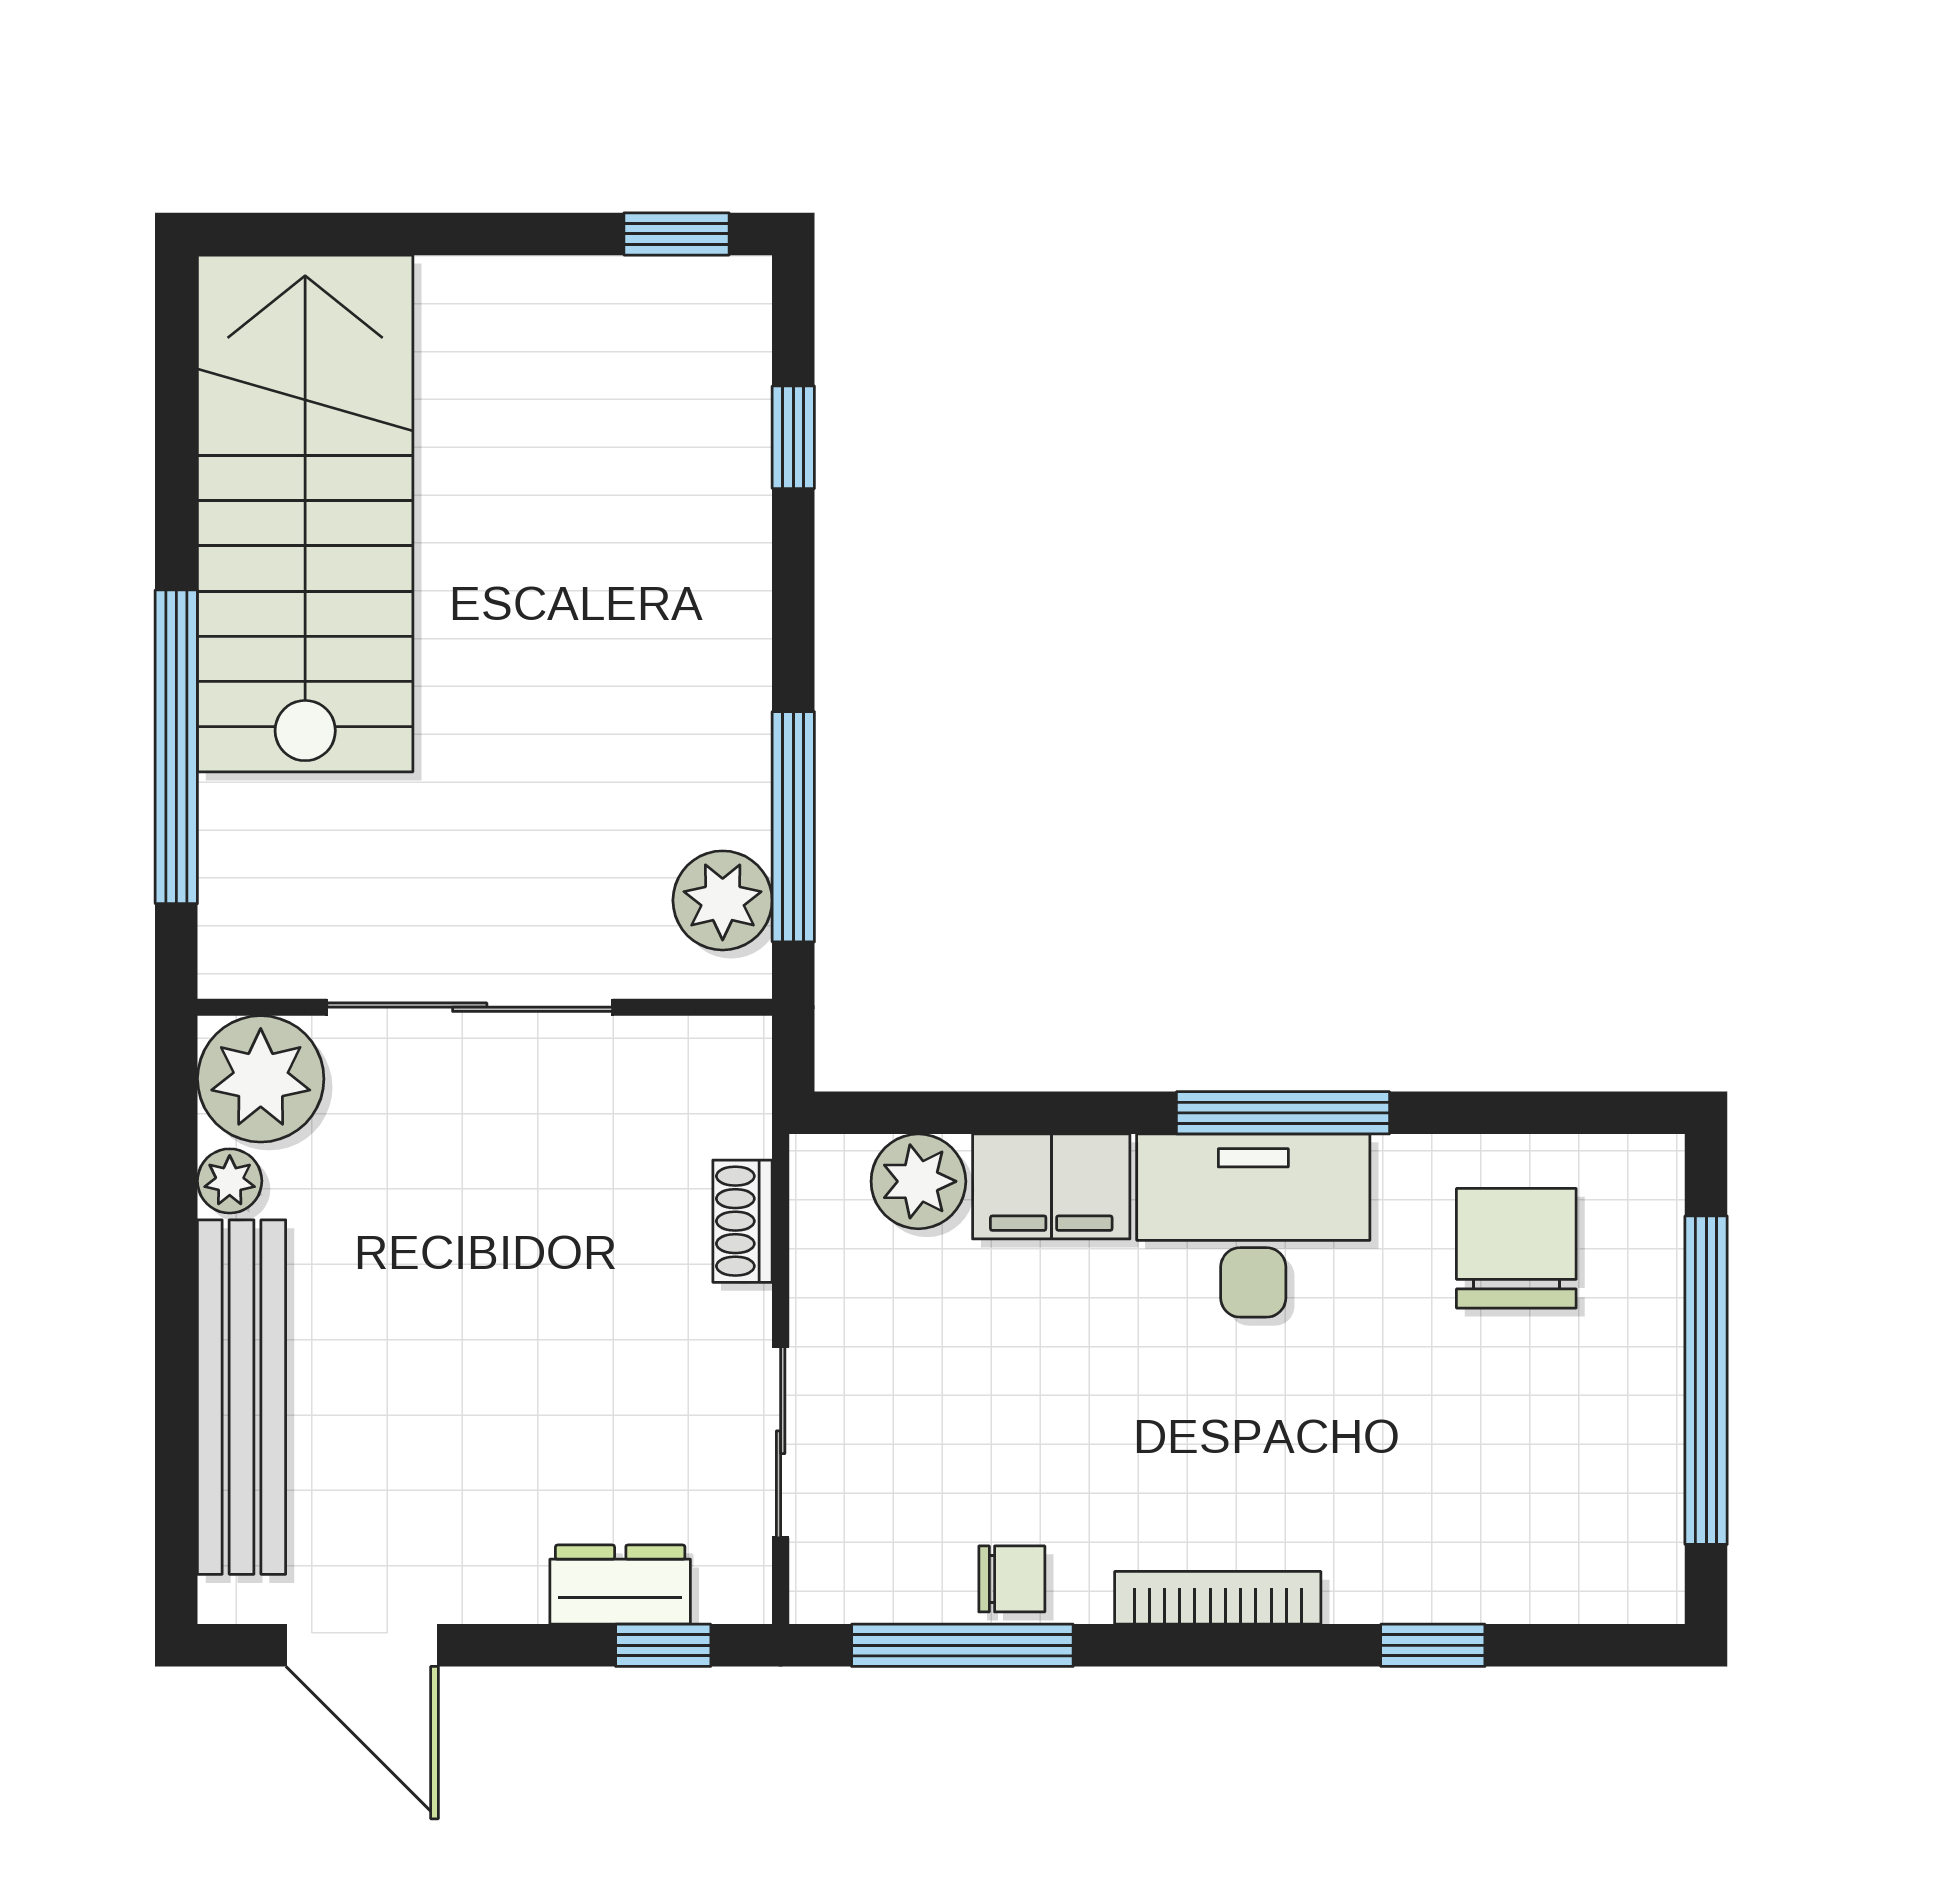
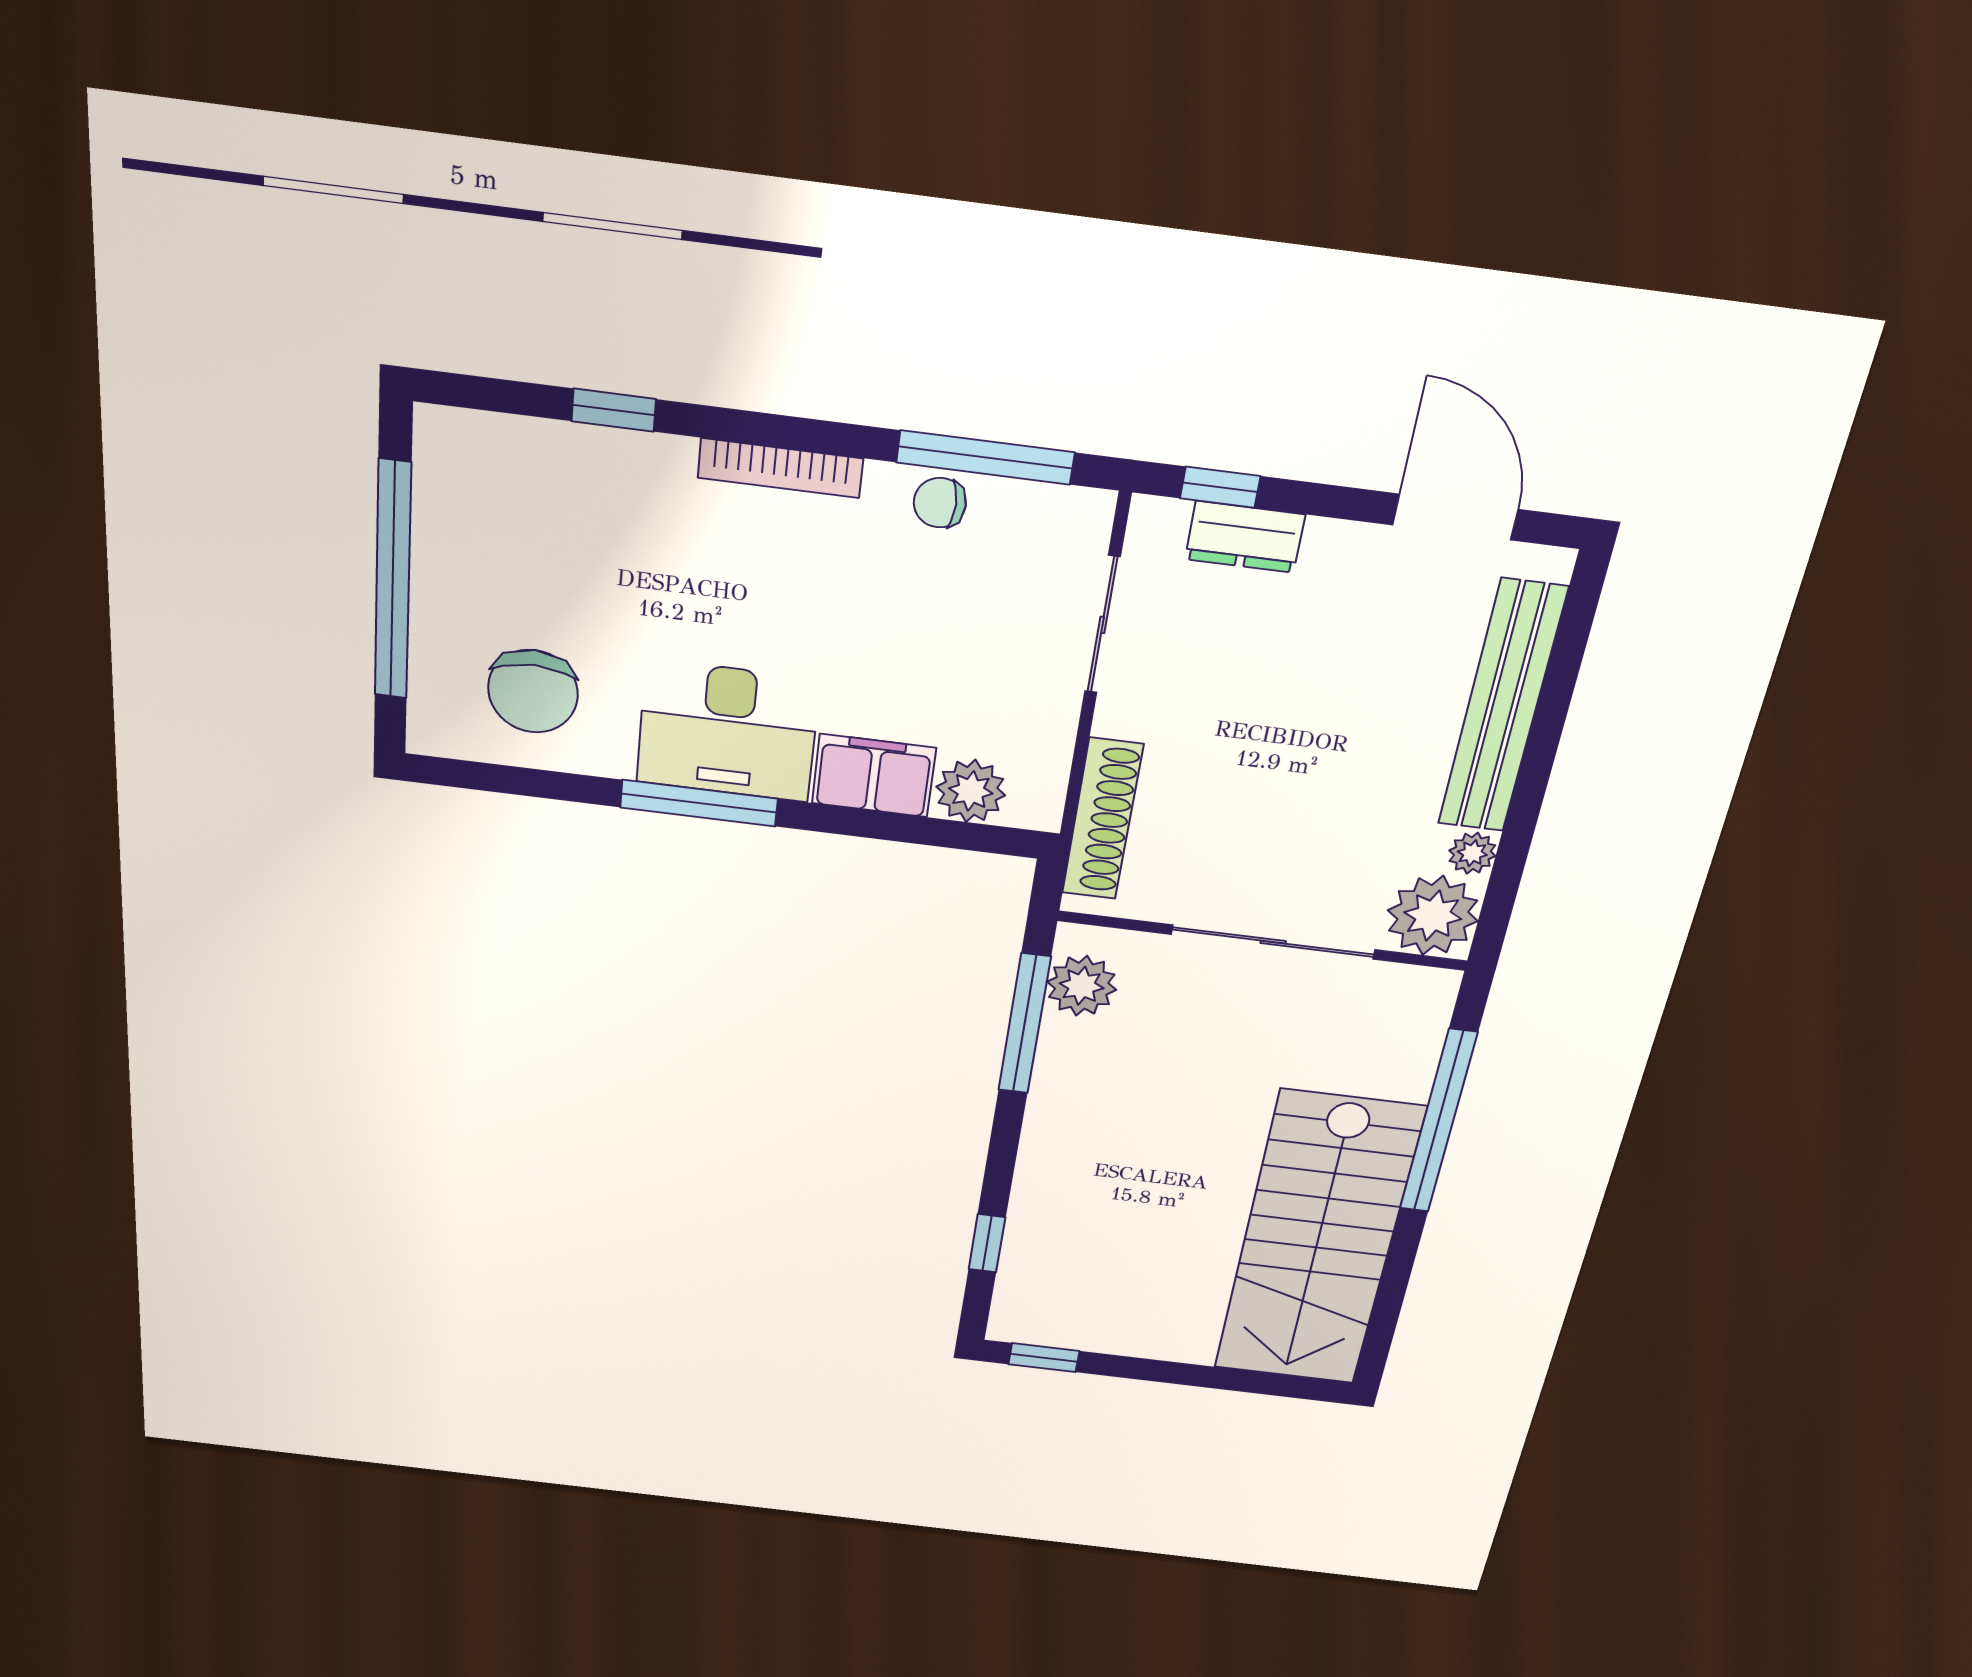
shoe rack: (742, 1221) -> (1102, 819), width x1.94, depth x1.24

